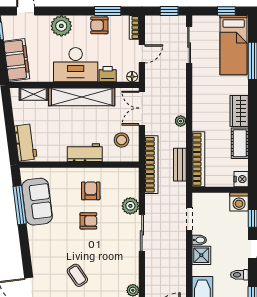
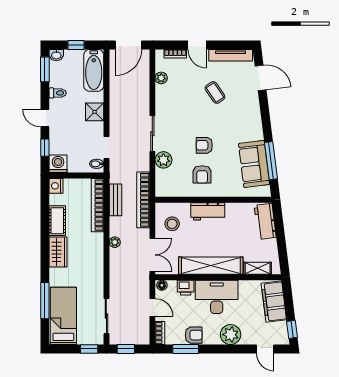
window: (226, 11) -> (89, 349), moved
door: (142, 54) -> (152, 307), swing flipped
bidet: (199, 240) -> (97, 164), moved

